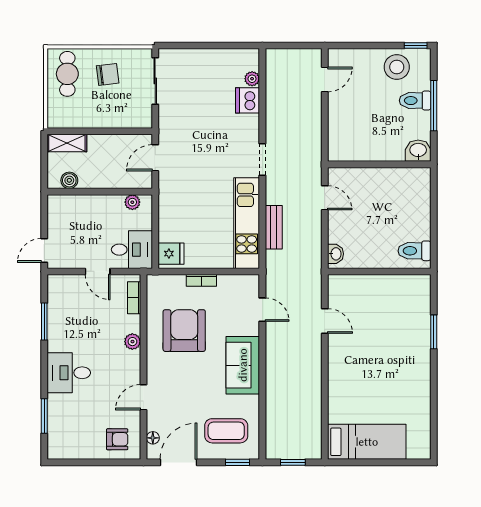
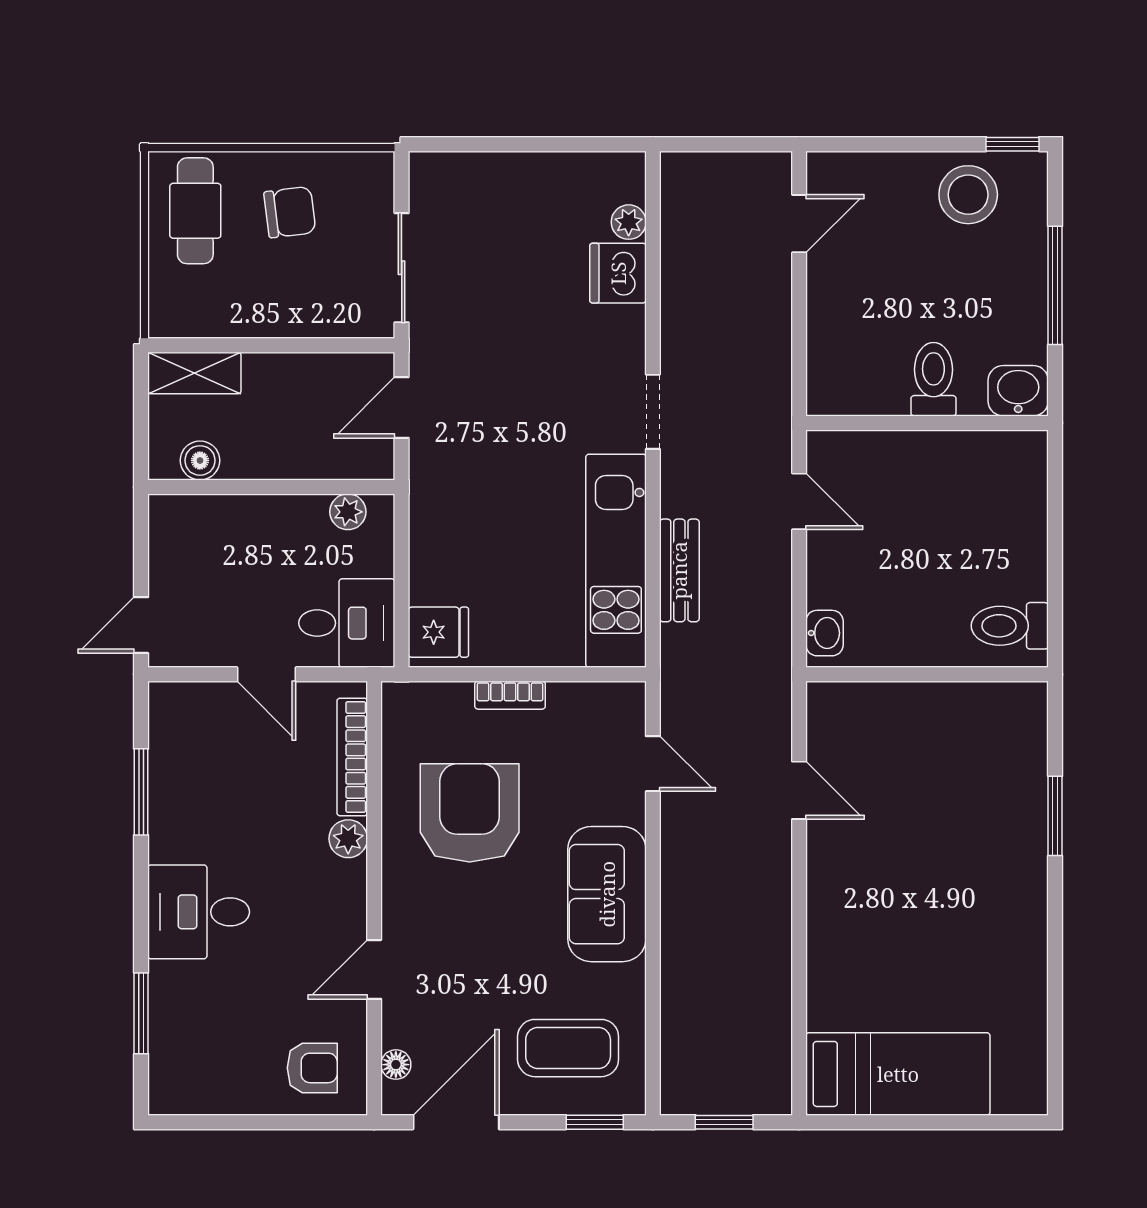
sliding door: (155, 81) -> (402, 268), moved
toilet: (415, 101) -> (933, 379), moved, turned 90
bookcase: (134, 298) -> (352, 757), width x1.56

